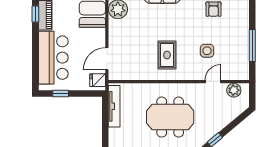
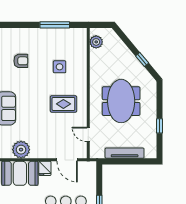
fridge: (98, 80) -> (45, 168), moved
door: (213, 82) -> (88, 134), moved
tv unit: (114, 106) -> (125, 153), moved

